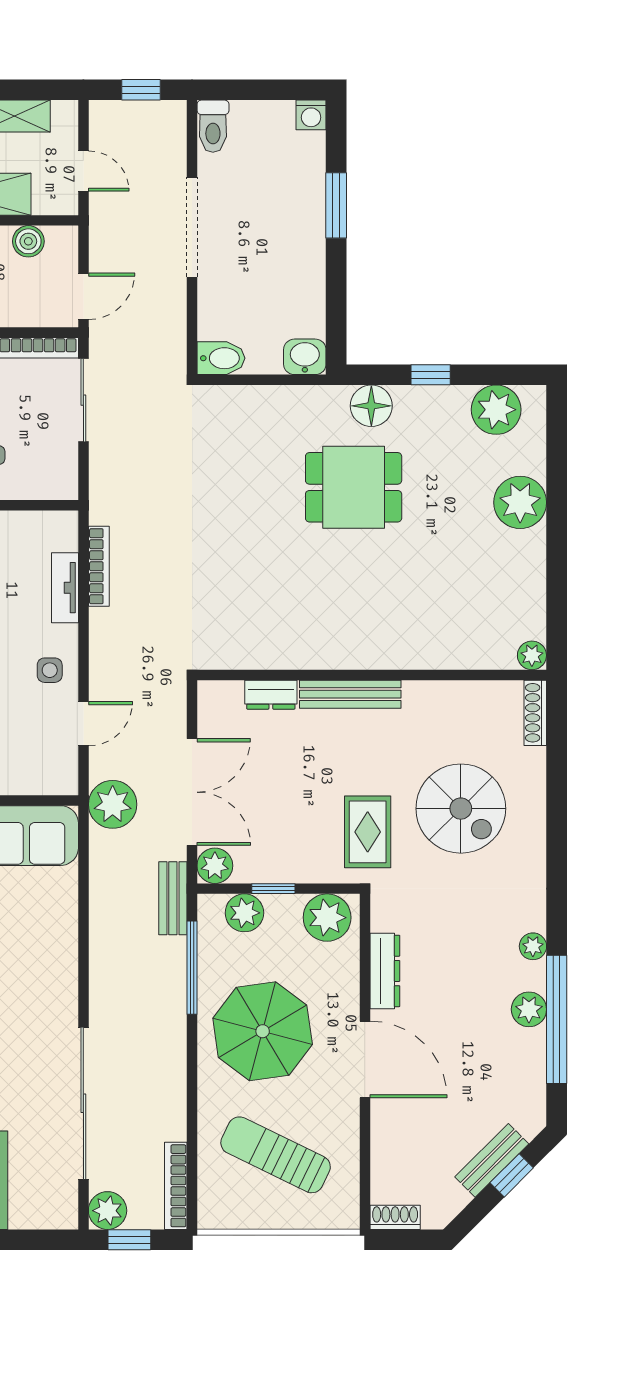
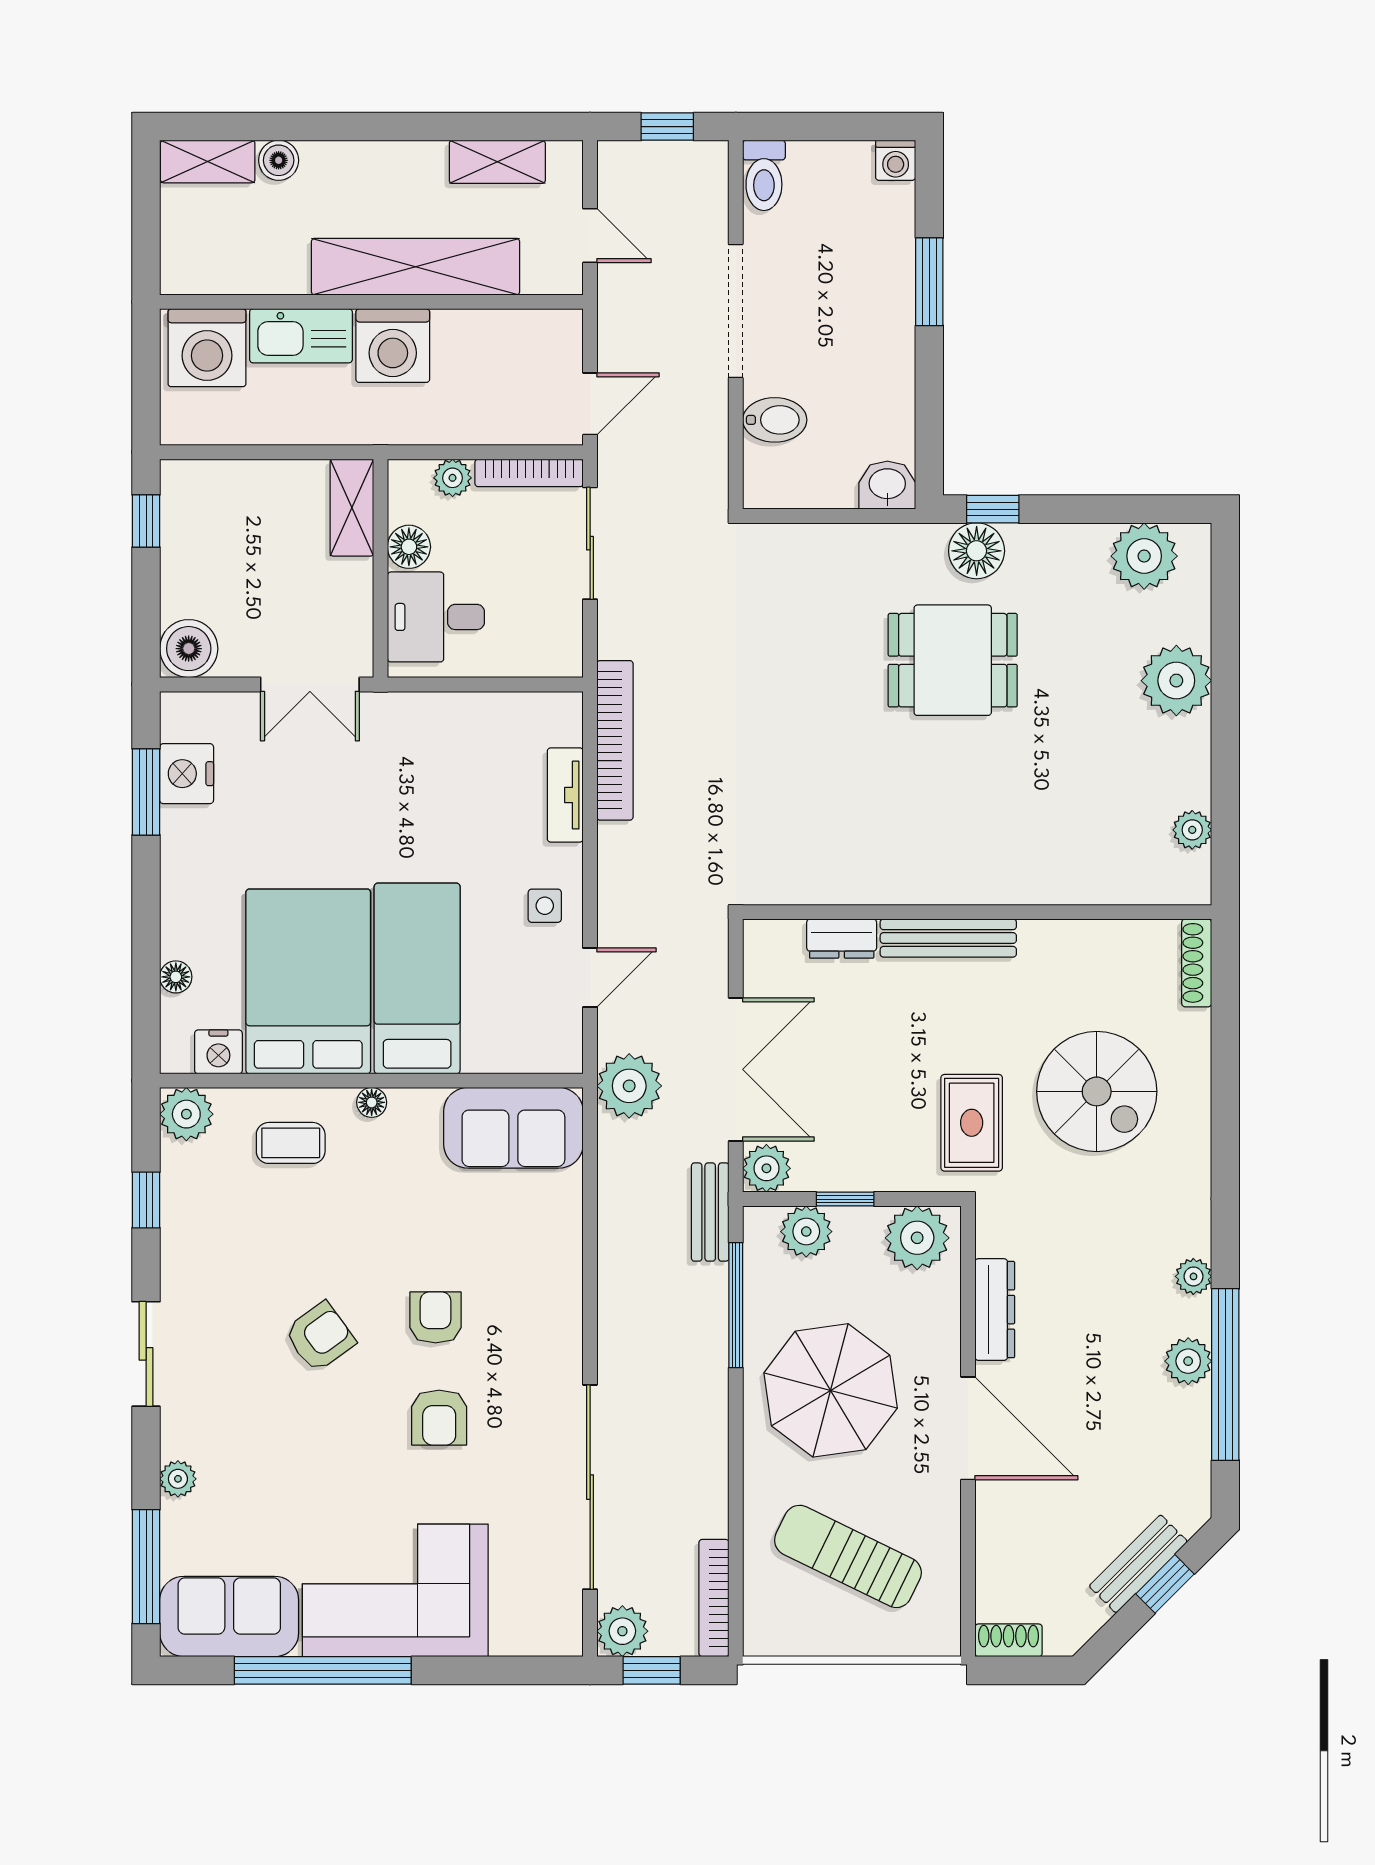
boiler: (28, 241) -> (516, 330), removed
bidet: (221, 358) -> (775, 420), moved
window: (431, 375) -> (993, 509), moved
bookcase: (99, 566) -> (615, 740), width x1.48, depth x1.31
plant: (532, 655) -> (1192, 830), moved

